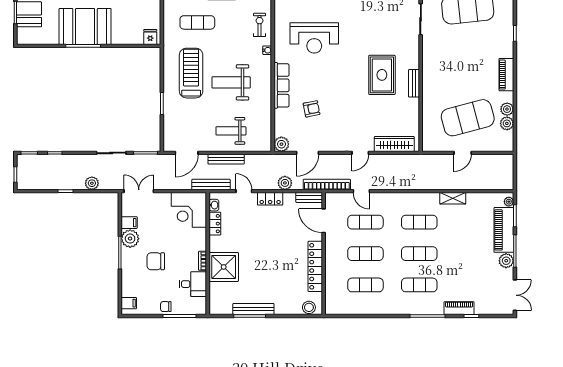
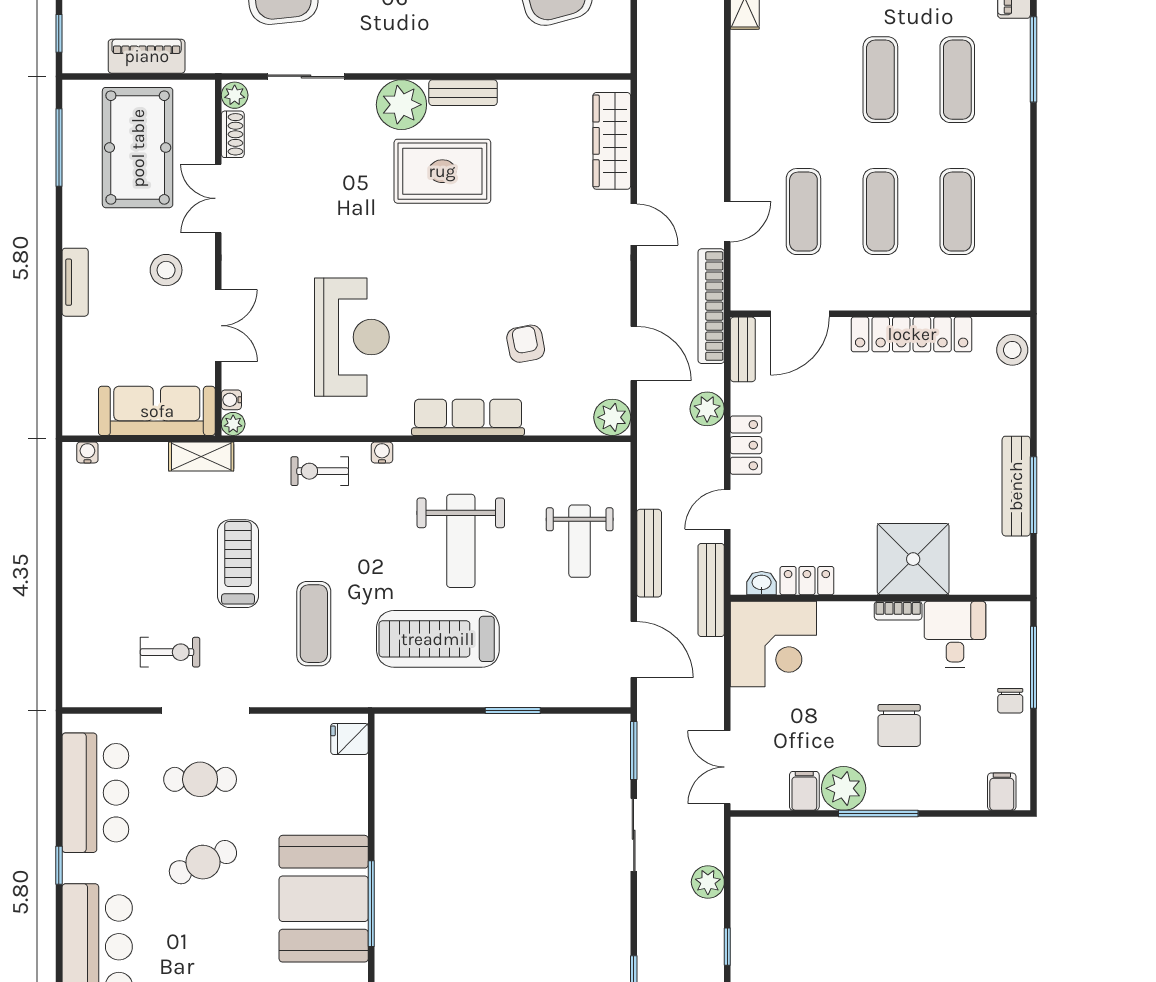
plant: (409, 58) -> (401, 105), added
exercise mat: (419, 222) -> (803, 80), removed

